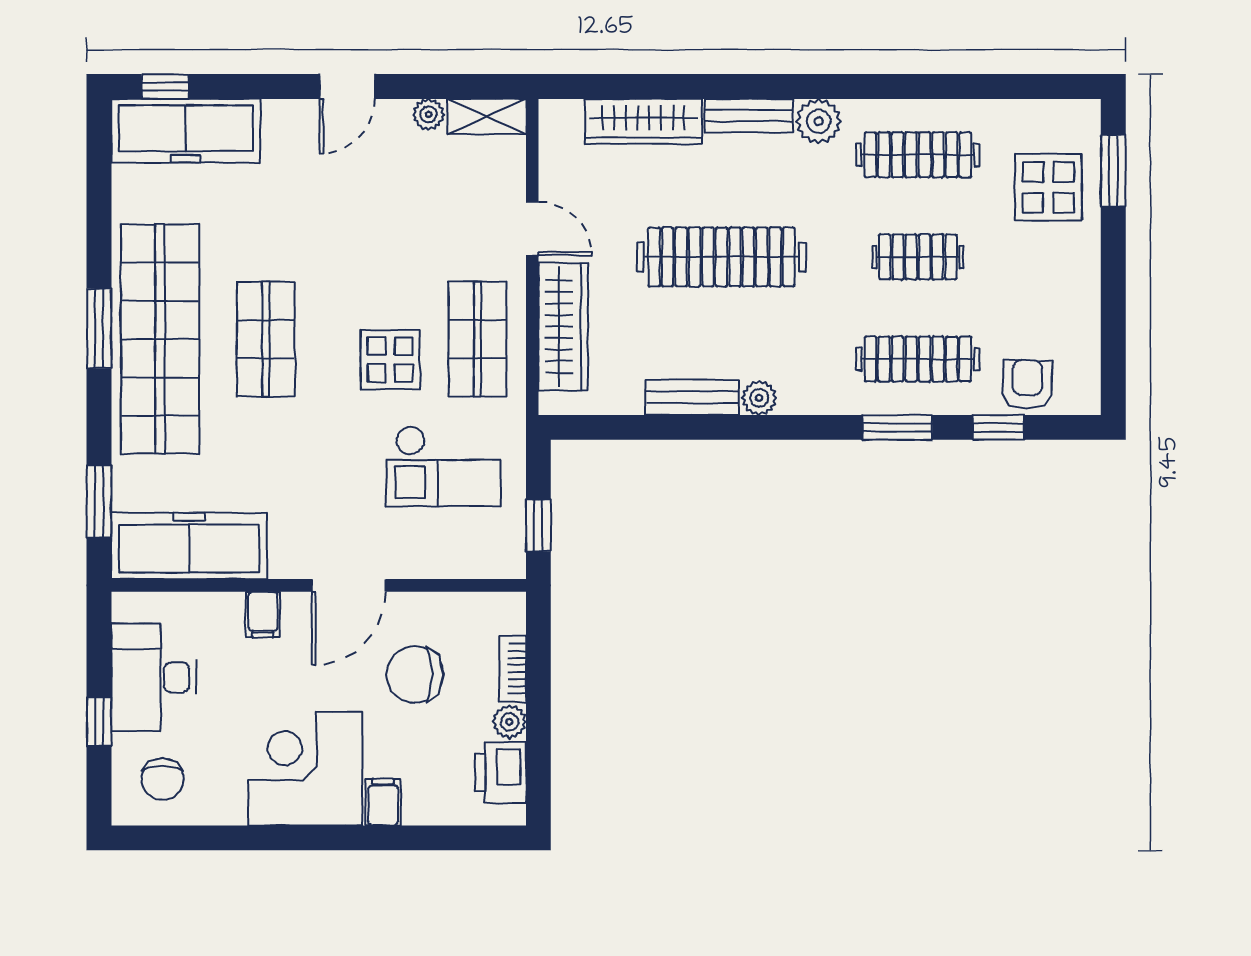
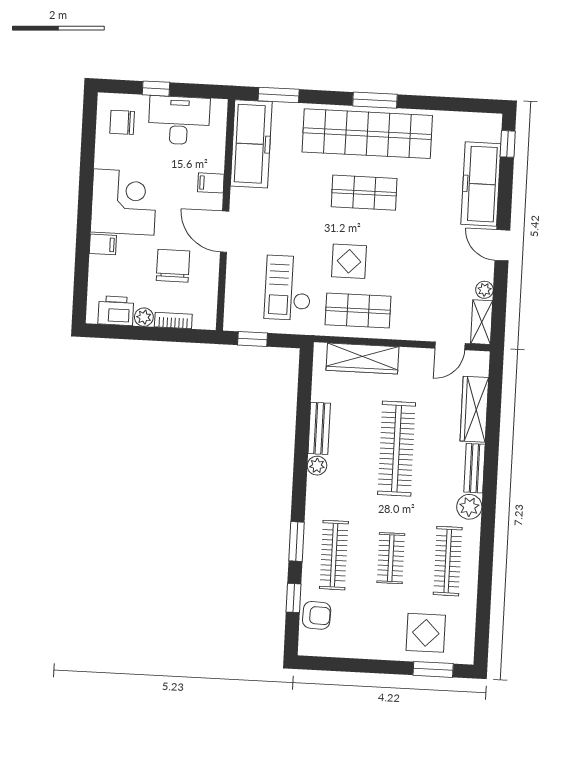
freezer: (186, 131) -> (481, 184), moved
door: (532, 229) -> (450, 346), moved

